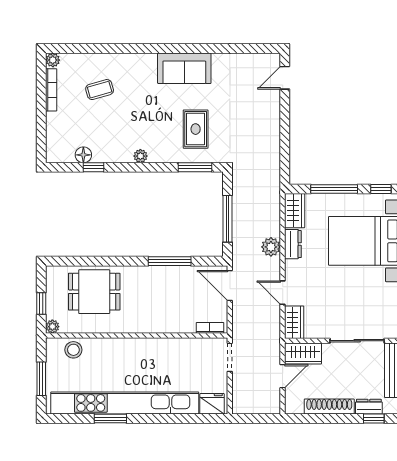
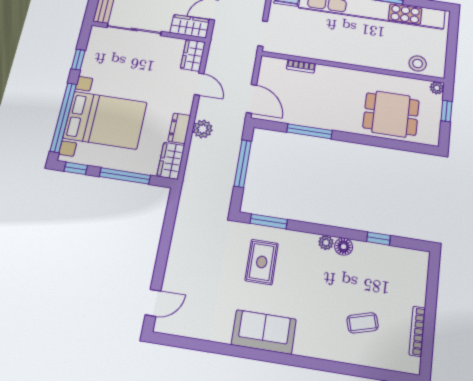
plant: (53, 60) -> (412, 366), removed
floor lamp: (83, 155) -> (344, 247), moved
bookcase: (210, 328) -> (301, 66), moved
window: (41, 379) -> (452, 42), removed

